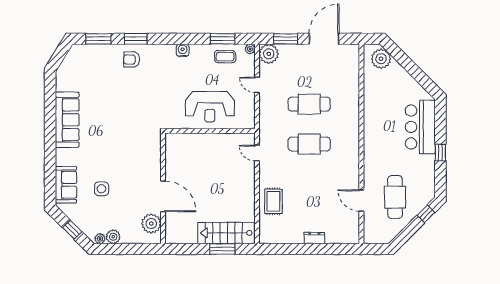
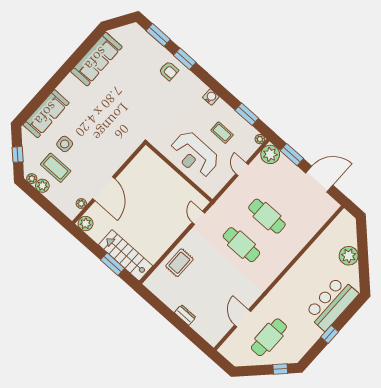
coffee table: (225, 57) -> (222, 133), moved
armchair: (132, 59) -> (169, 71), turned 180
plant: (381, 59) -> (349, 256), moved
sofa: (67, 120) -> (96, 59), moved
sofa: (66, 185) -> (46, 114), width x1.36
coffee table: (111, 213) -> (56, 168), added
plant: (151, 224) -> (81, 203), width x0.53, depth x0.53
plant: (173, 236) -> (86, 224), added

